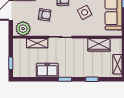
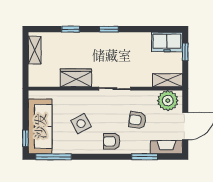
shelving: (37, 43) -> (167, 80), moved
wardrobe: (99, 45) -> (76, 78), moved
freezer: (47, 70) -> (167, 42), moved

